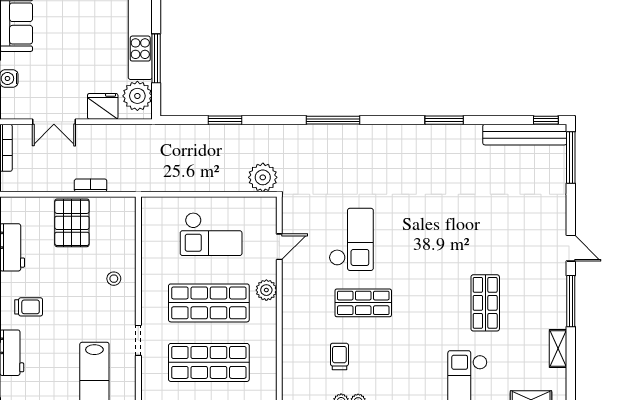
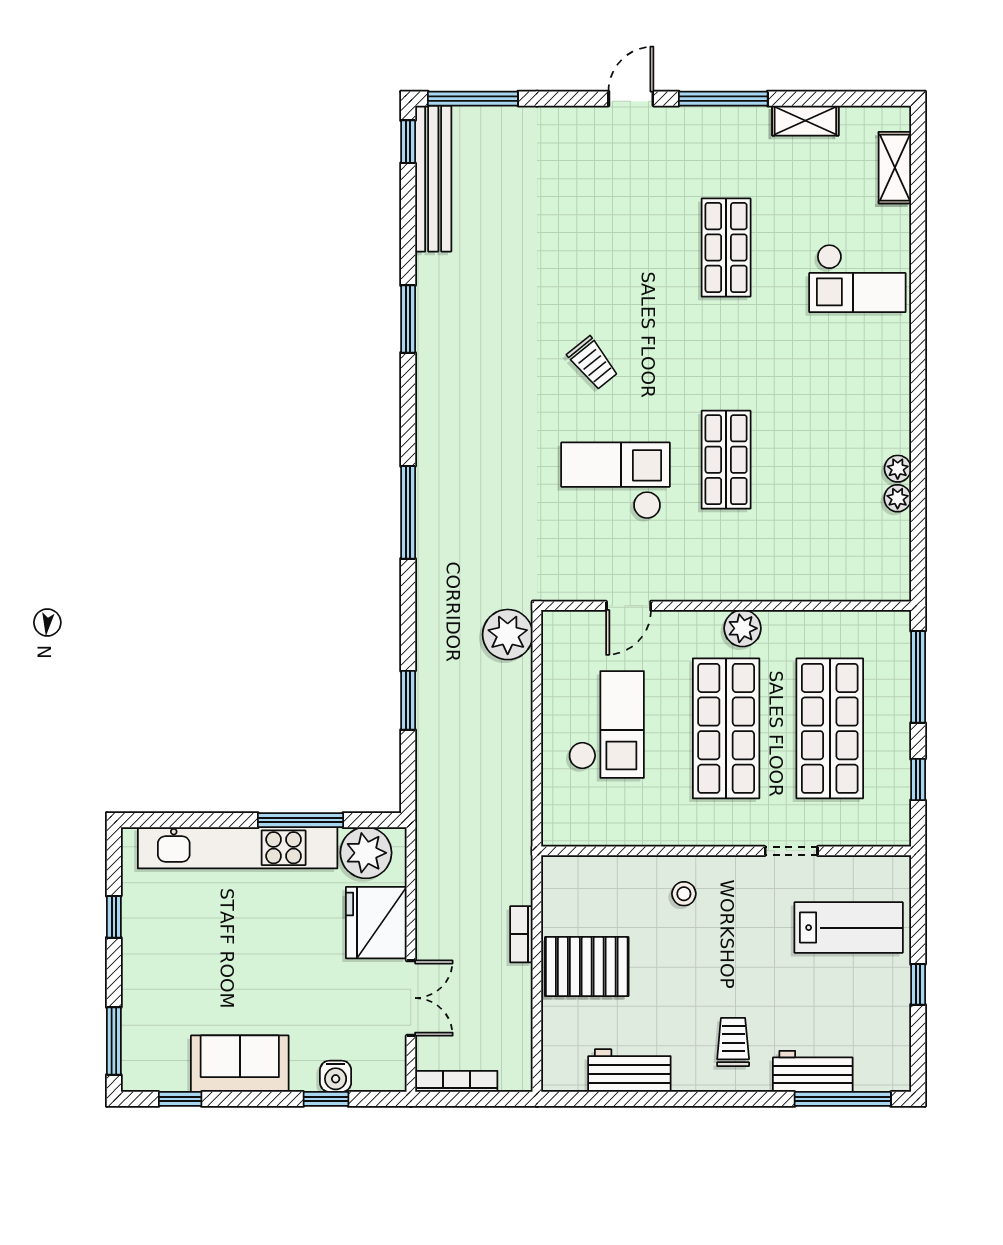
fridge: (103, 106) -> (376, 923), width x1.36, depth x1.34
door: (279, 247) -> (629, 606), swing flipped
plant: (266, 290) -> (742, 628), moved
shop shelf: (485, 303) -> (726, 248), turned 90
trolley: (339, 356) -> (593, 363), moved, turned -129

